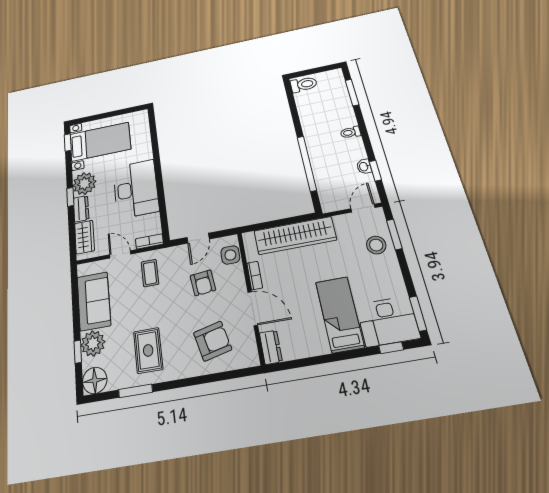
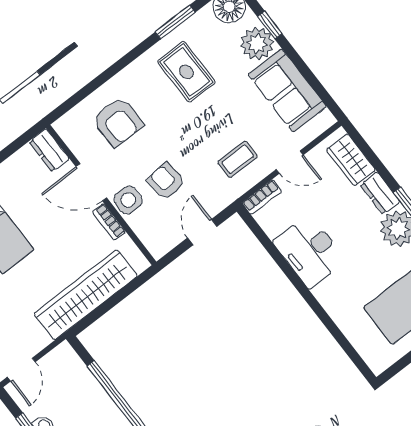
desk: (136, 189) -> (310, 251), width x0.73, depth x0.77
side table: (230, 255) -> (128, 200), moved
coffee table: (150, 273) -> (238, 159), turned 90
armchair: (213, 341) -> (118, 122), turned -77

